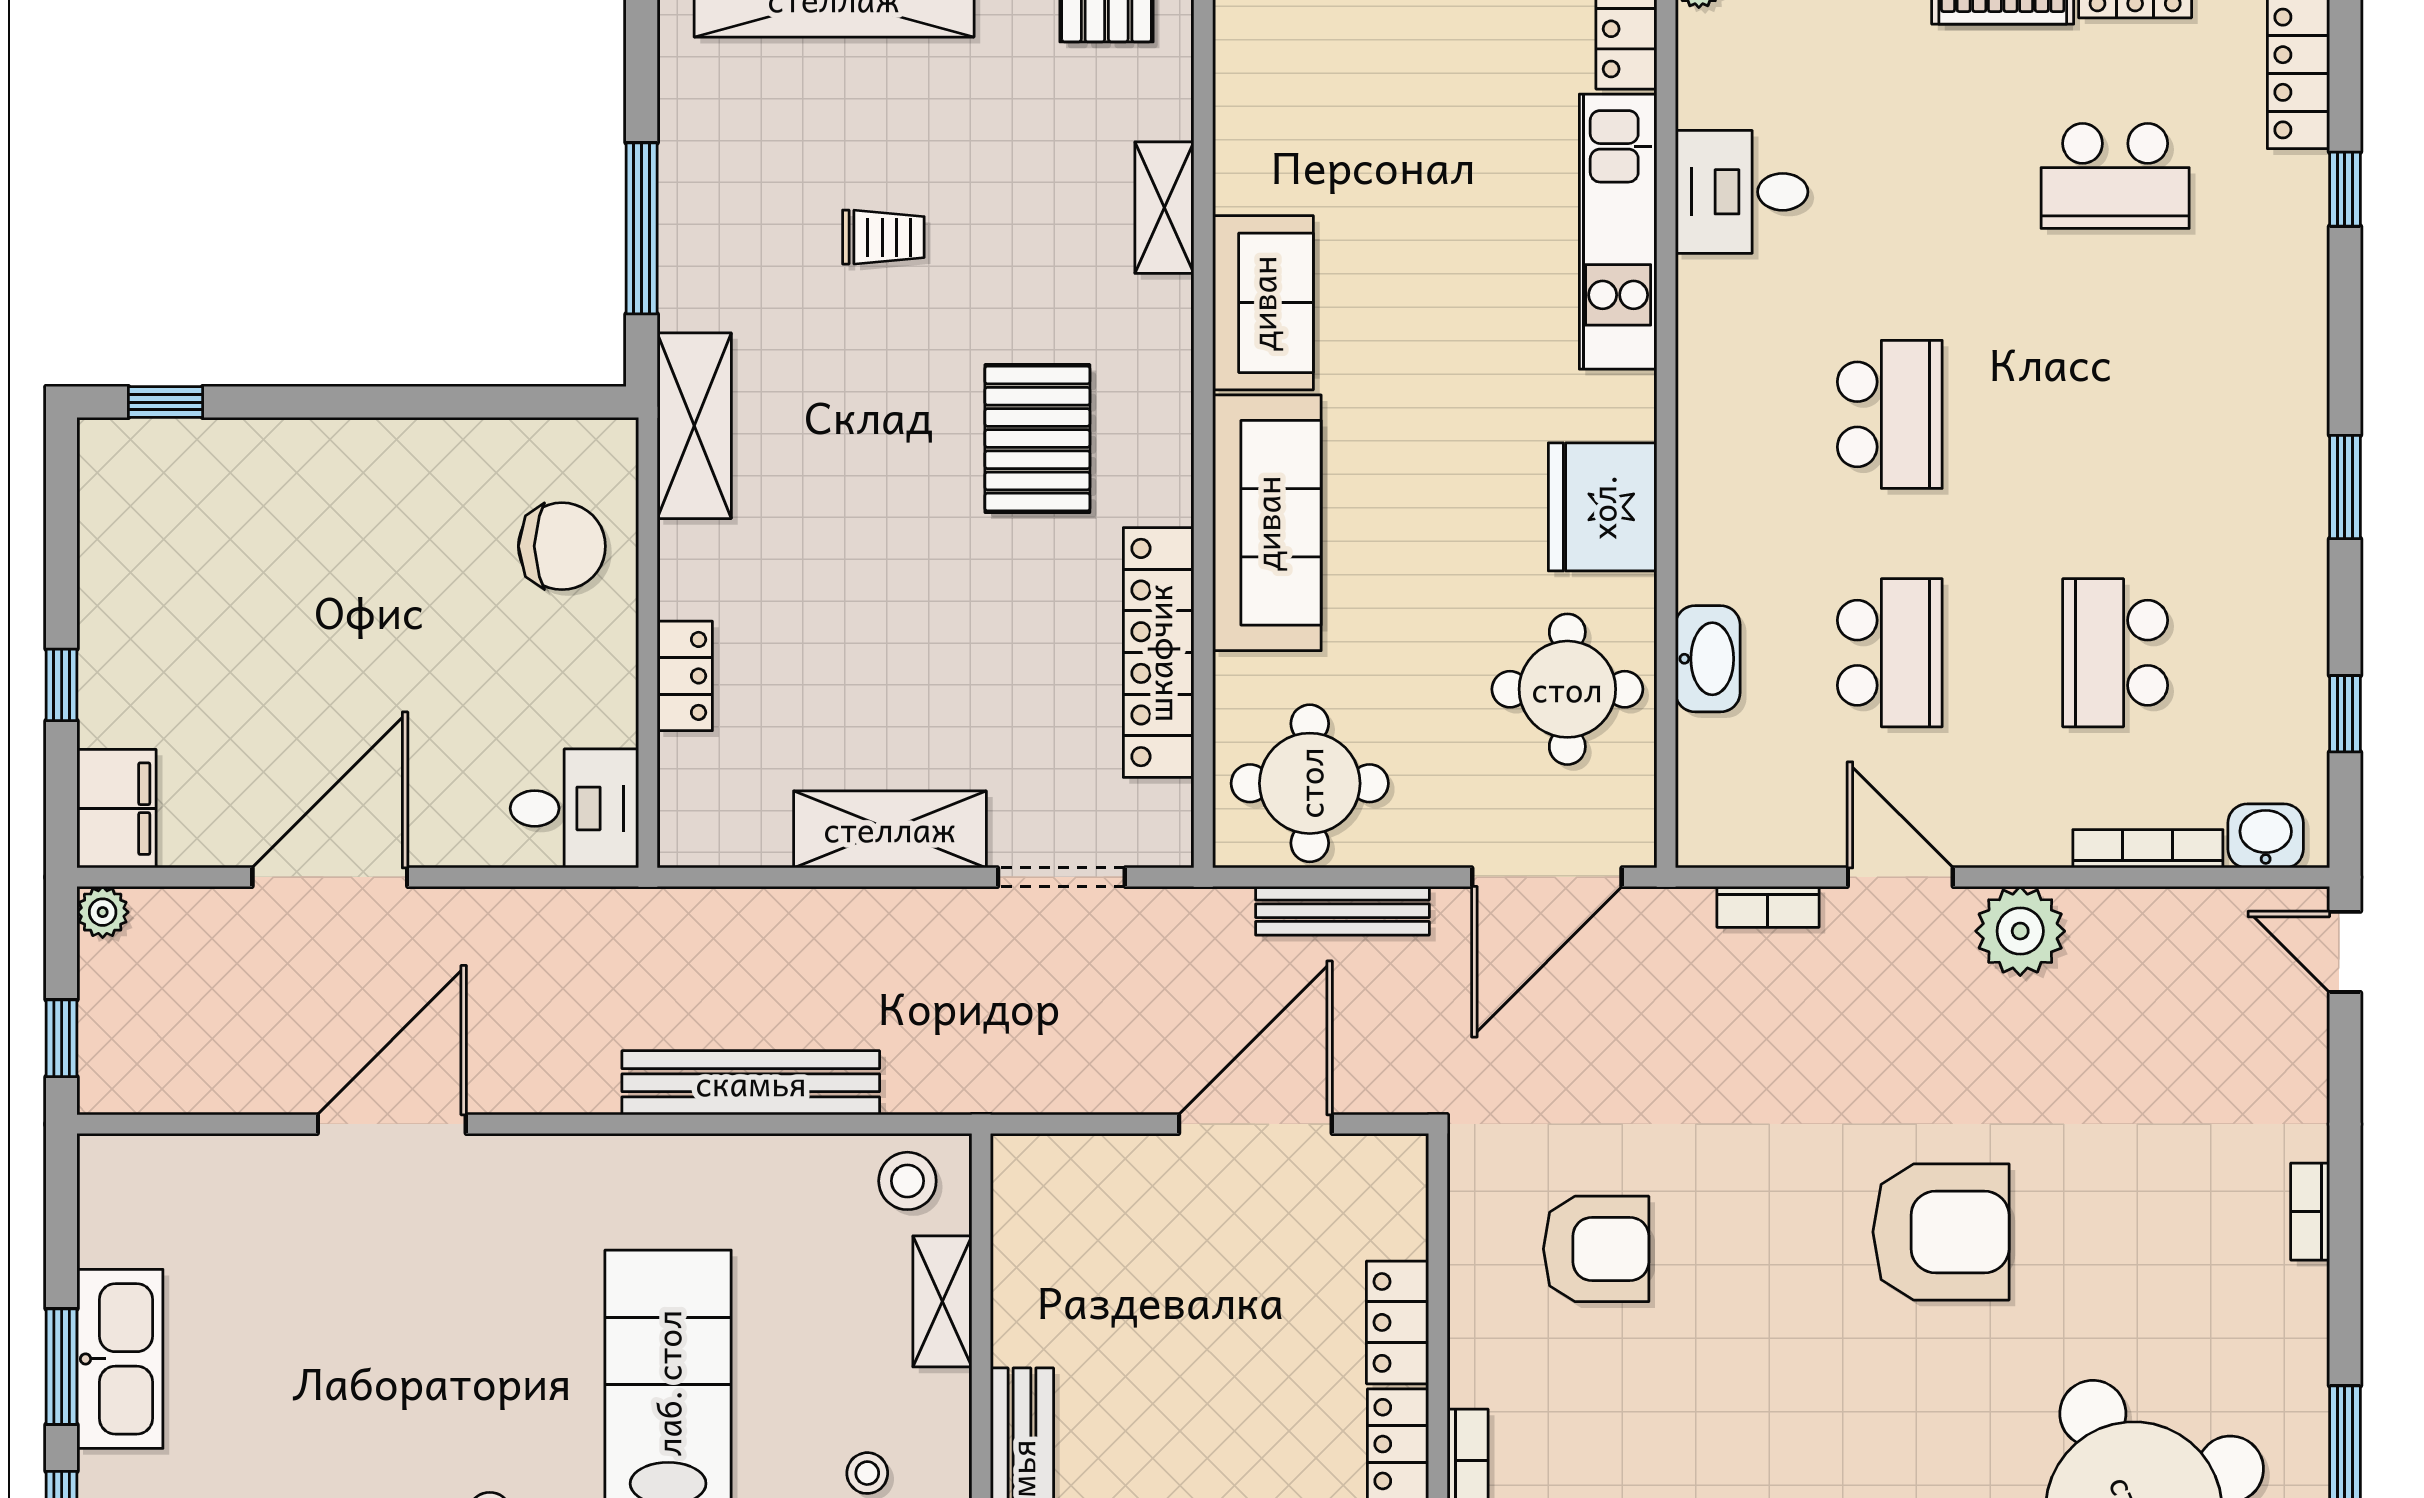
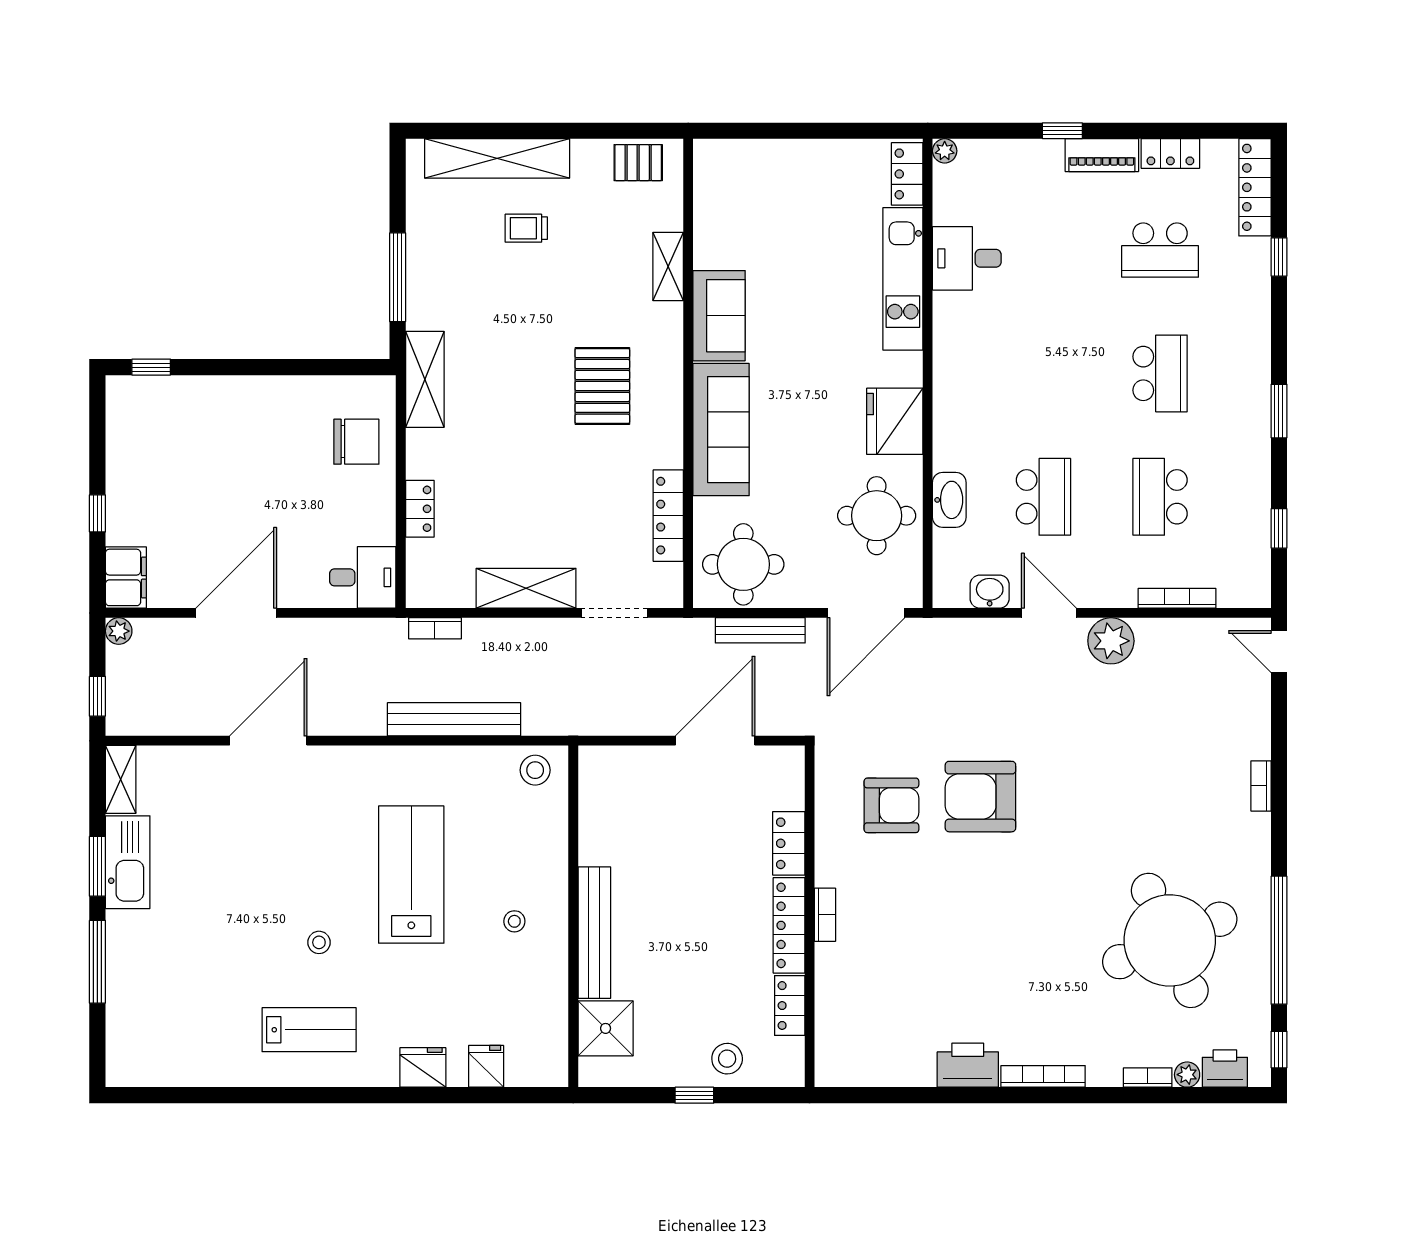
trolley: (883, 237) -> (526, 228), moved, turned 180
school desk: (1890, 414) -> (1160, 373), moved
locker: (1159, 653) -> (668, 516), width x0.71, depth x0.83
washbasin: (2266, 836) -> (990, 592), moved
bookcase: (1768, 907) -> (435, 628), moved
armchair: (1941, 1232) -> (980, 797), moved, turned 180
shelving: (942, 1301) -> (121, 779), moved

